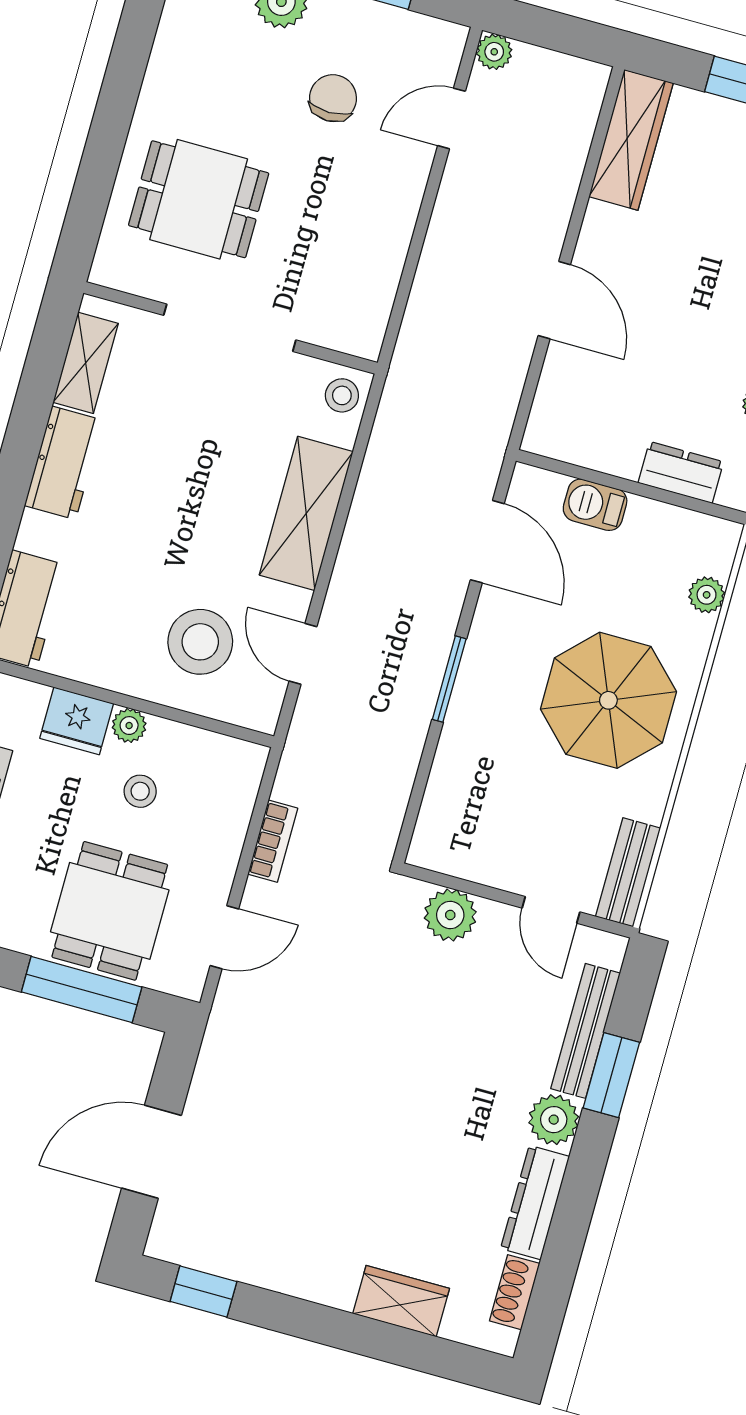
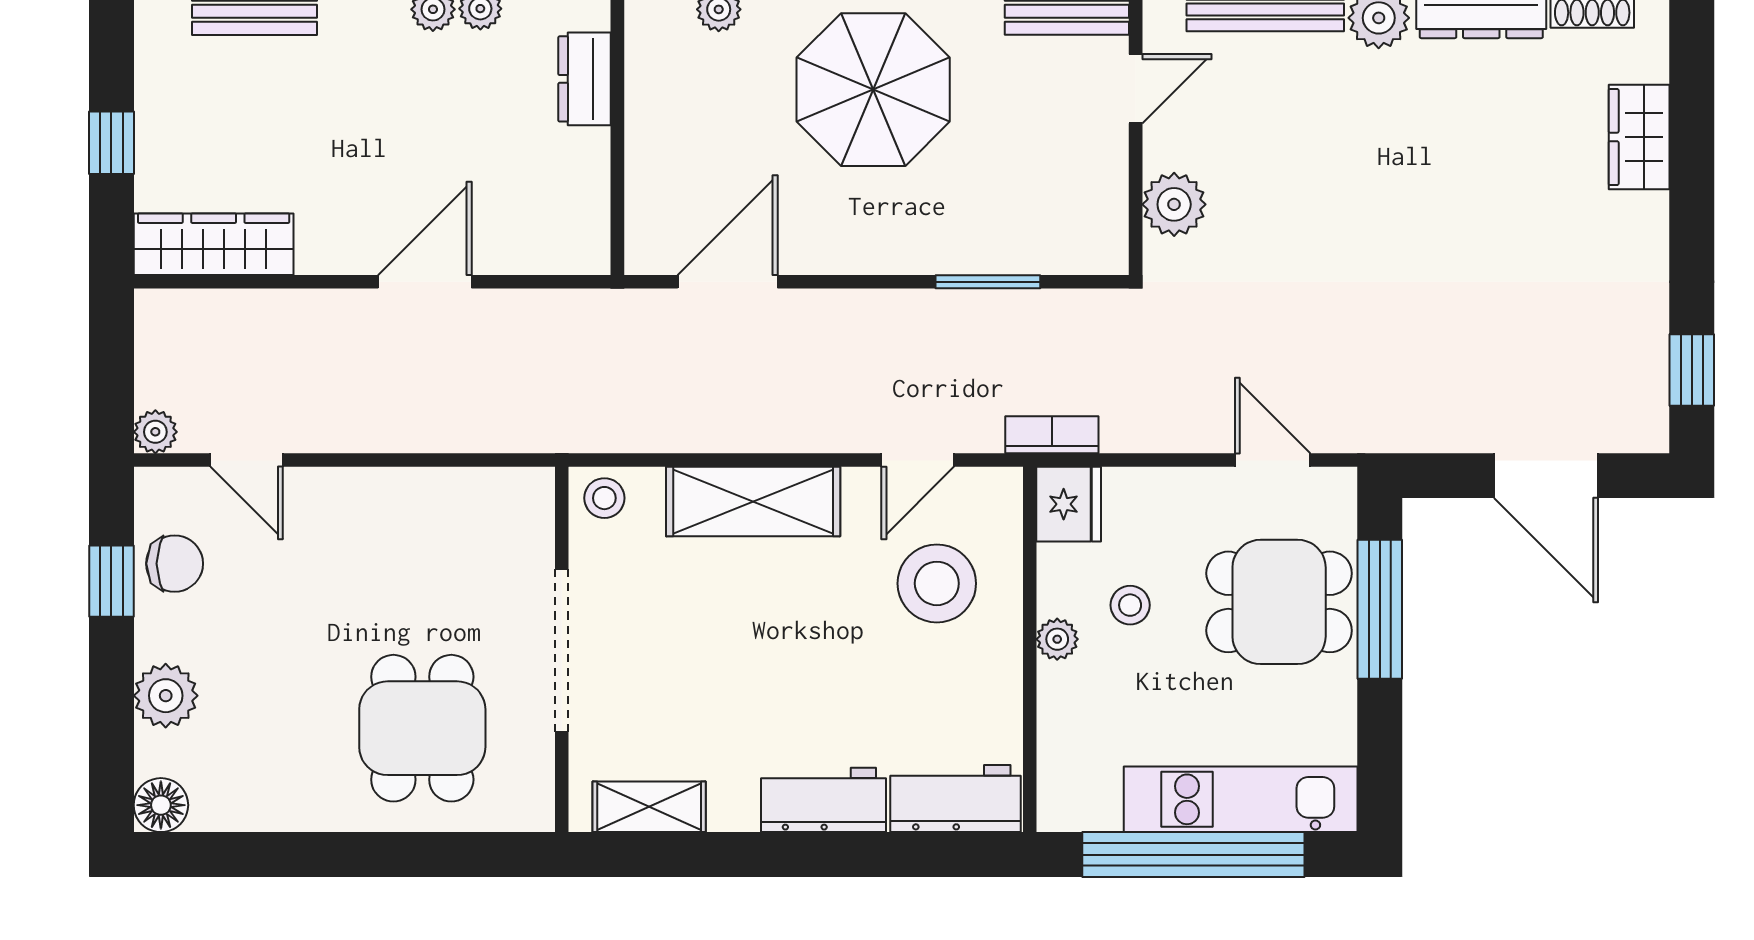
chair: (333, 98) -> (175, 564), moved, turned 180
workbench: (64, 463) -> (824, 800), moved
barbecue: (595, 505) -> (650, 168), removed
window: (449, 679) -> (988, 282), moved
fridge: (77, 721) -> (1069, 504), moved
bookcase: (273, 841) -> (1052, 435), moved

